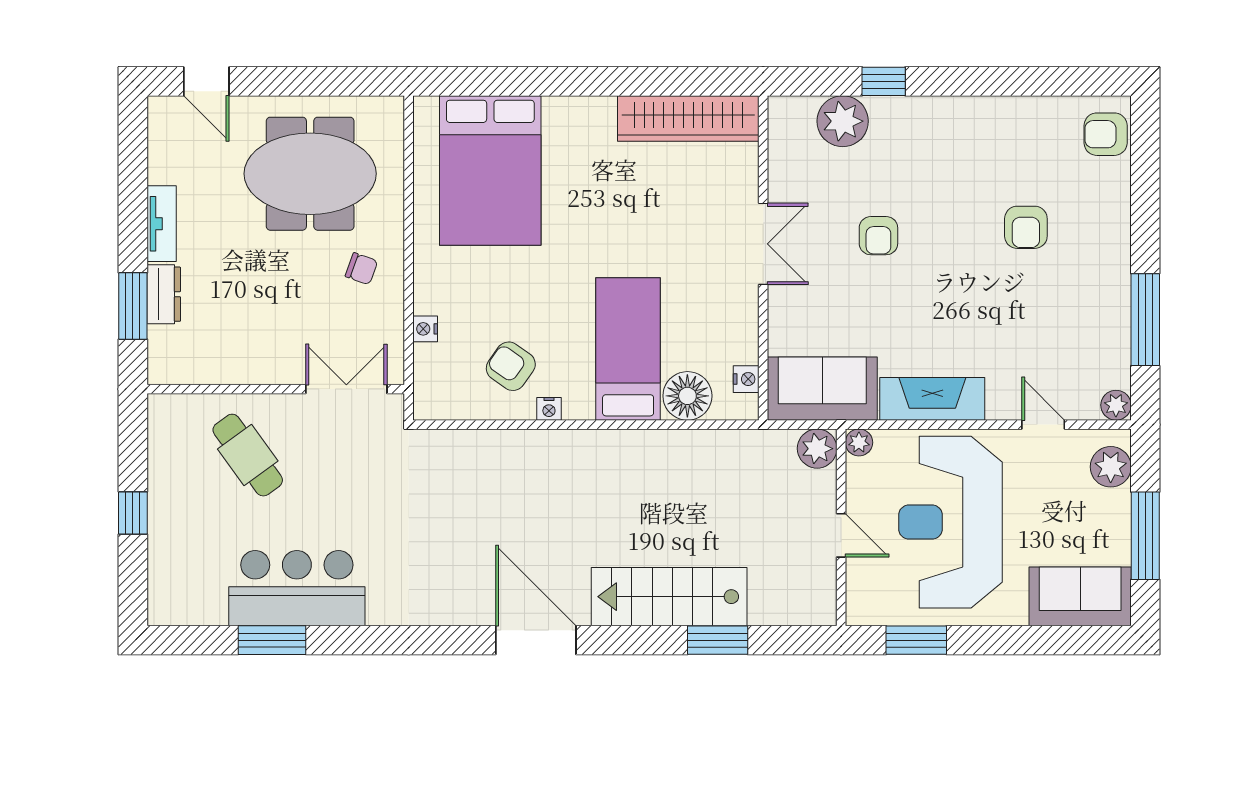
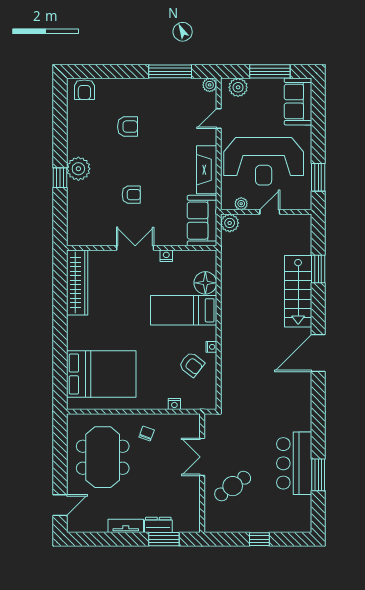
window: (884, 81) -> (60, 178), moved
plant: (843, 121) -> (78, 169), moved
armchair: (511, 366) -> (192, 365), turned -87
nightstand: (746, 379) -> (166, 256), moved
double door: (346, 389) -> (202, 457), moved
plant: (859, 442) -> (241, 204), moved

